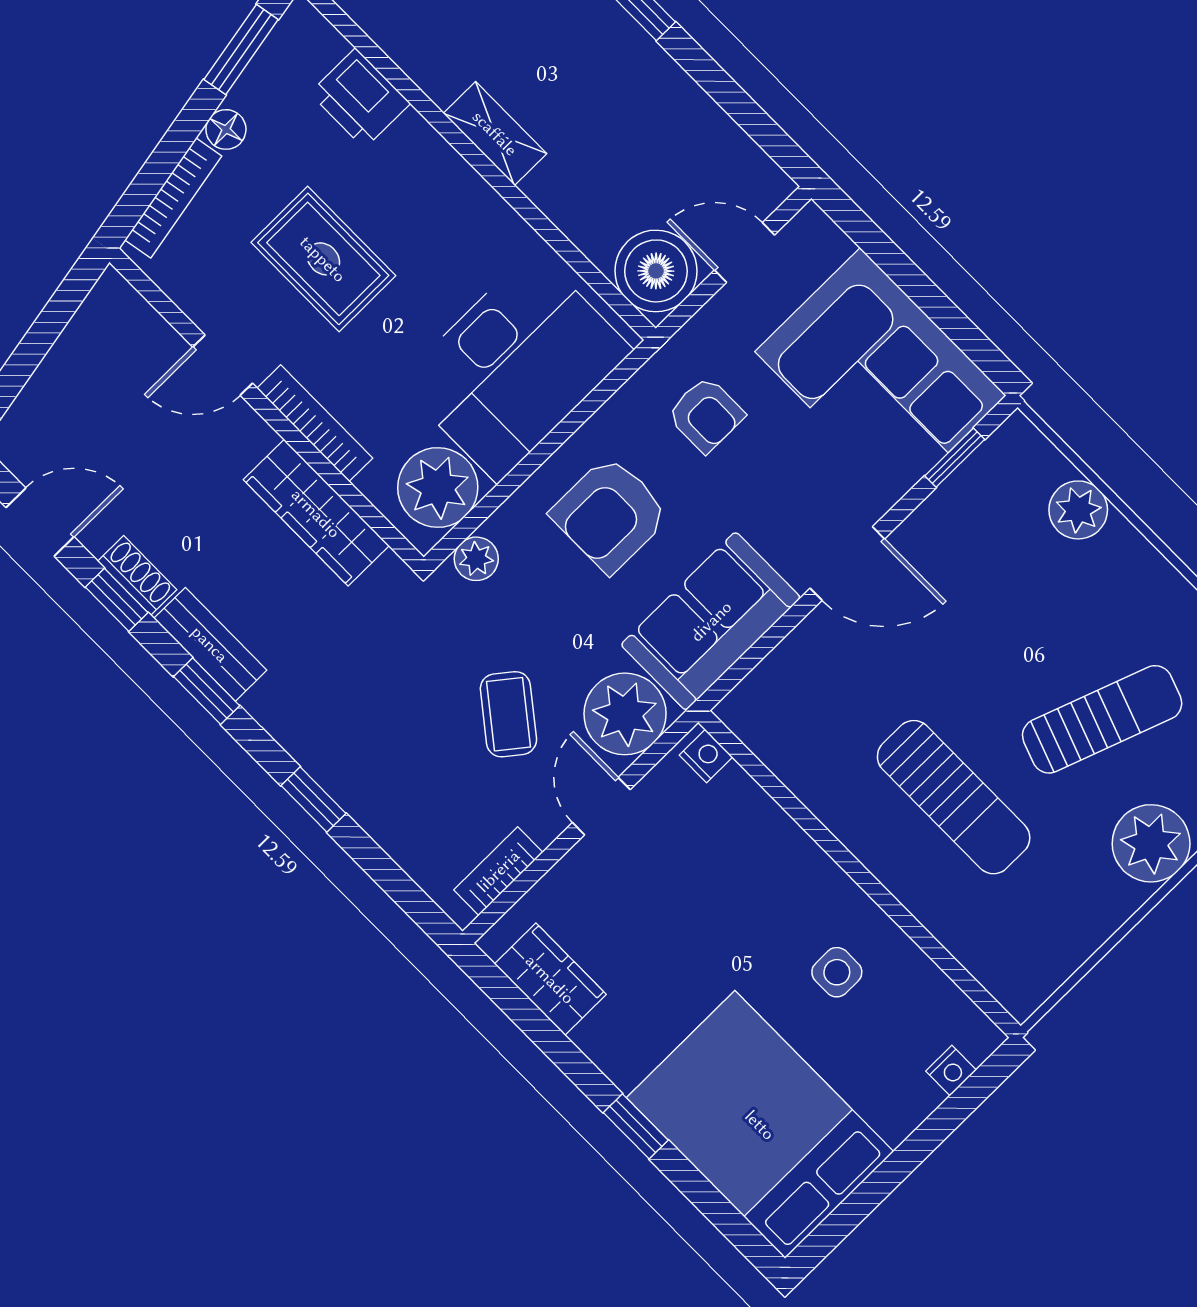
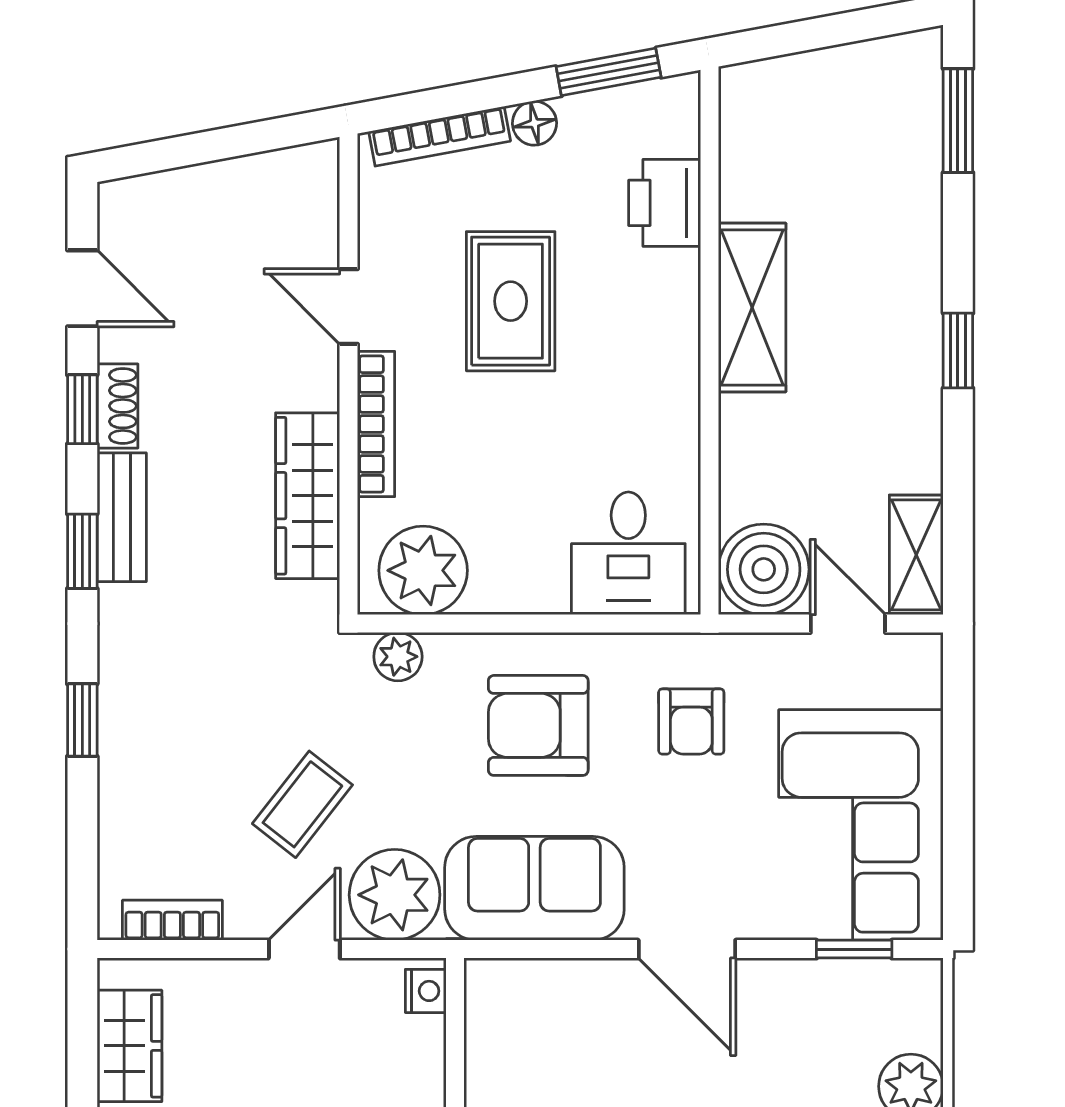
shelving: (495, 133) -> (752, 308), width x1.50, depth x1.33
shelving: (745, 165) -> (916, 555), added
desk: (515, 366) -> (628, 553), width x0.53, depth x0.77

